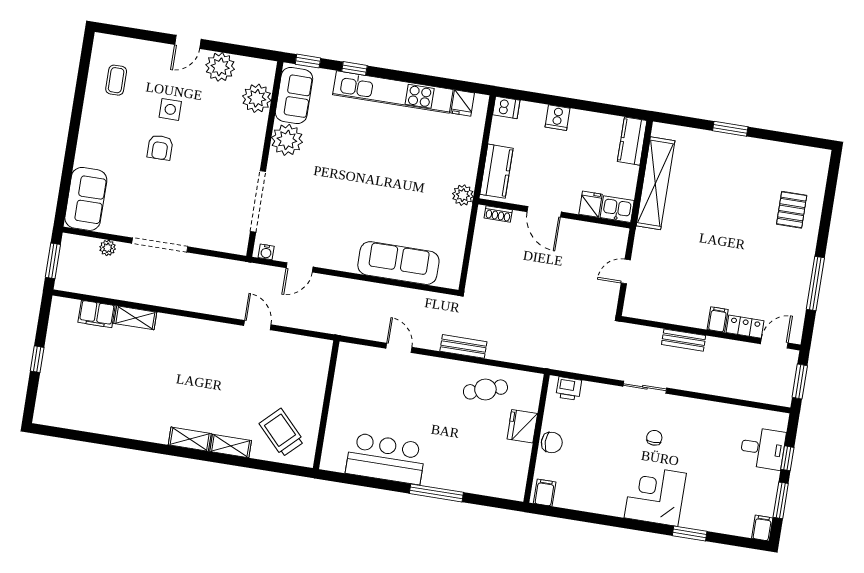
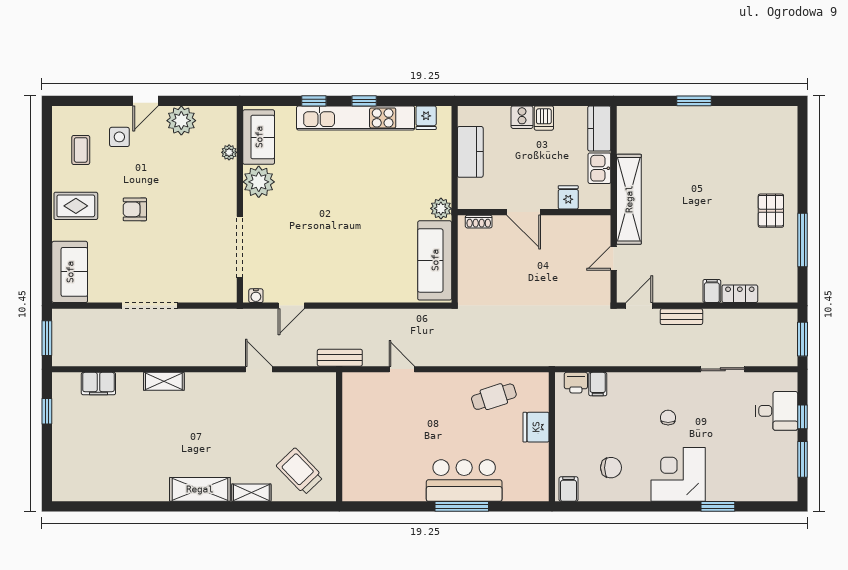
window: (308, 61) -> (364, 101), moved
plant: (257, 98) -> (229, 152), width x0.53, depth x0.53
dishwasher: (506, 107) -> (544, 118), moved, turned 90
side table: (170, 109) -> (119, 137), moved
rug: (102, 135) -> (76, 206), added
armchair: (160, 147) -> (135, 209), turned 90
kitchen counter: (496, 171) -> (470, 152), moved
shelving: (655, 183) -> (629, 199), moved
kitchen sink: (617, 209) -> (599, 168), moved, turned -90
pallet: (792, 210) -> (771, 211), moved
plant: (108, 248) -> (99, 317), removed
sofa: (398, 263) -> (435, 260), moved, turned -90
shelving: (135, 318) -> (164, 381), moved
door: (774, 343) -> (639, 306), moved
bench: (463, 346) -> (340, 358), moved
window: (37, 359) -> (47, 411), moved
sliding door: (645, 387) -> (723, 369), moved
shelving: (190, 439) -> (200, 489), width x1.50, depth x1.33
chair: (552, 442) -> (611, 468), moved
bar counter: (386, 459) -> (464, 481), moved
filing cabinet: (762, 528) -> (598, 384), moved, turned 180

